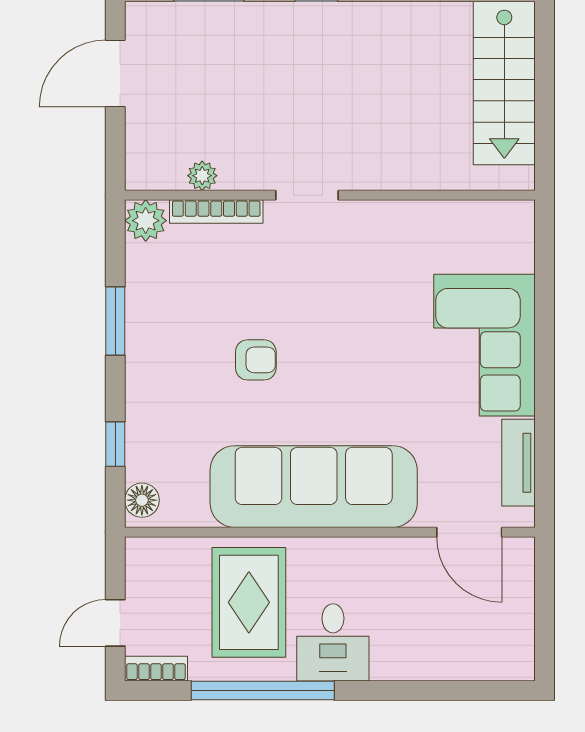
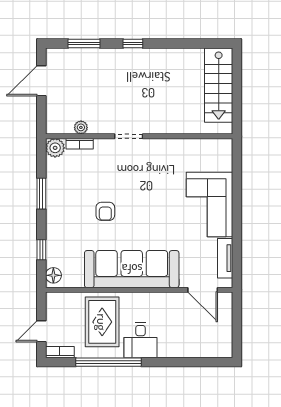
bookcase: (216, 211) -> (80, 144), width x0.64
armchair: (256, 360) -> (105, 211), turned 90

